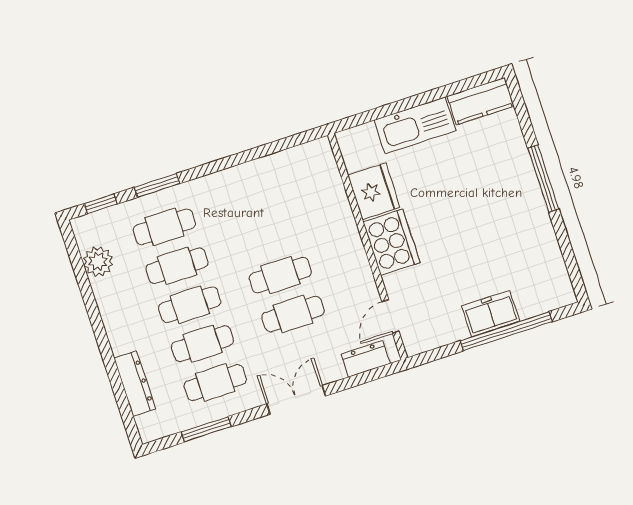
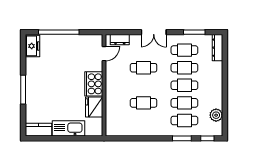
cafe table: (280, 275) -> (144, 103), moved
freezer: (491, 314) -> (33, 46), moved, turned -90
dresser: (135, 384) -> (217, 48), moved

